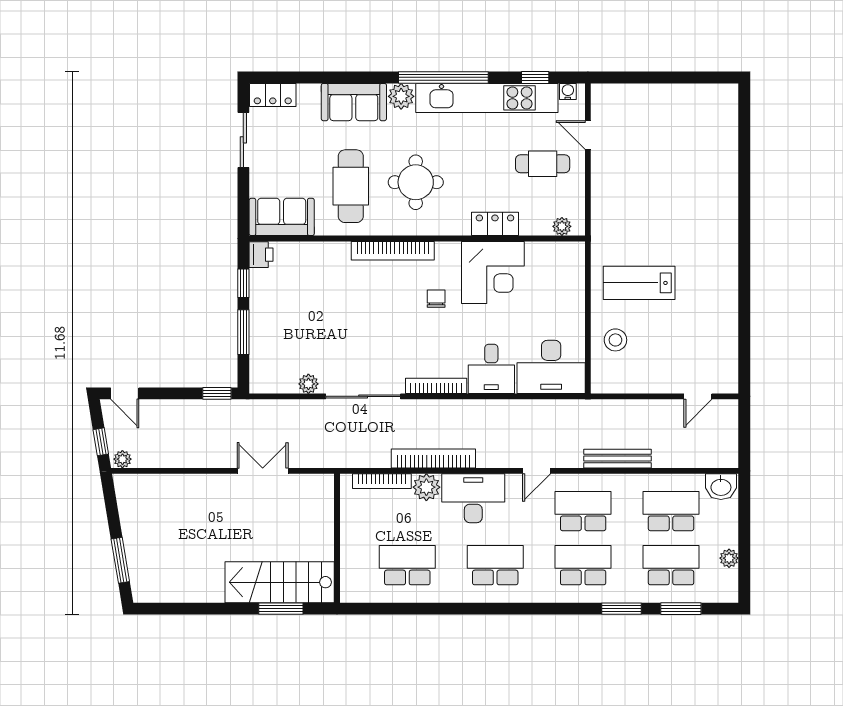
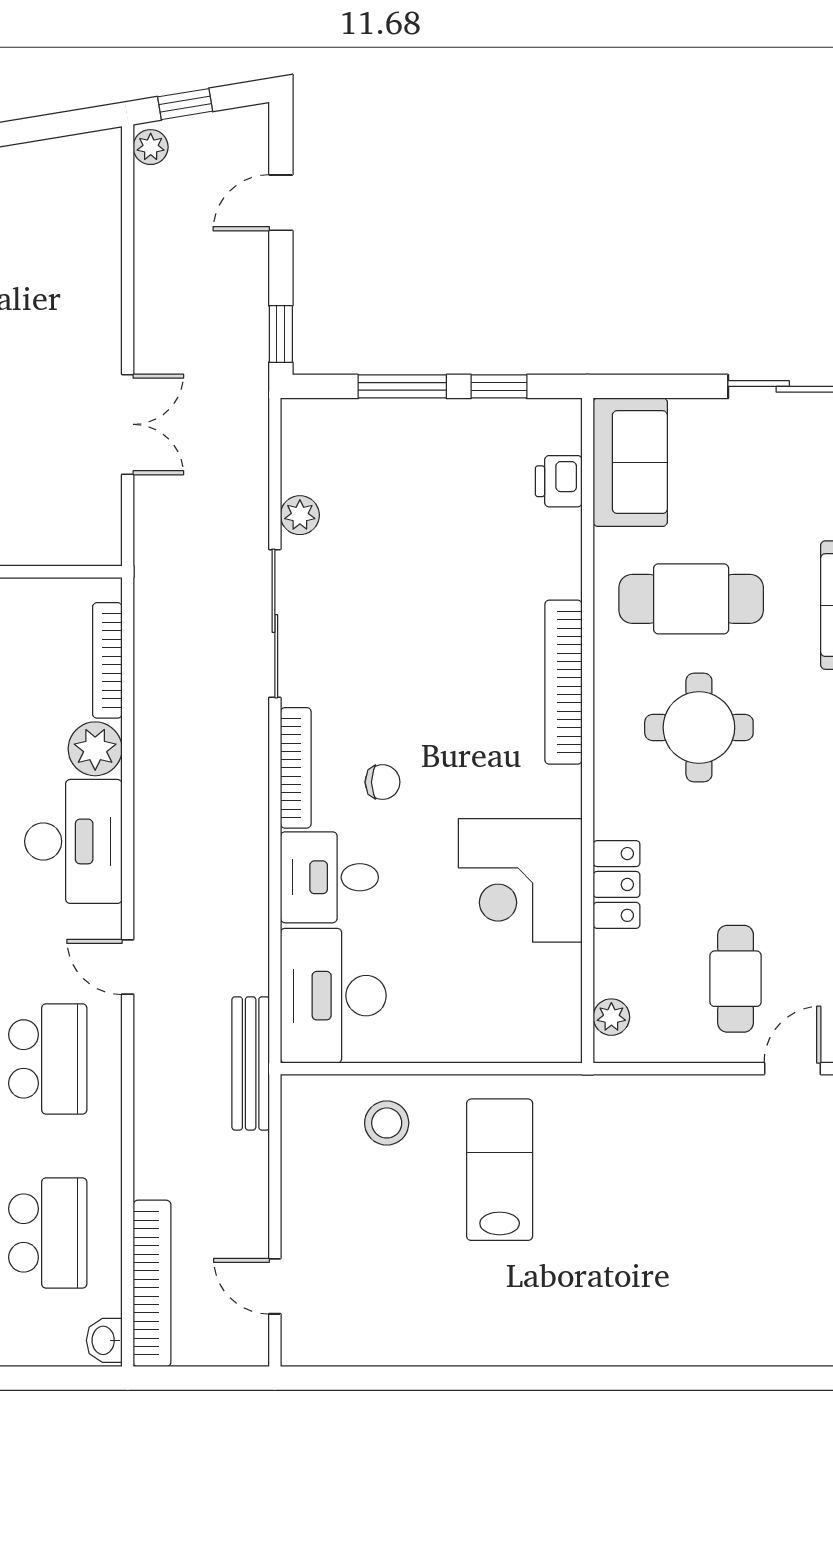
printer: (261, 255) -> (559, 481), moved, turned 90
chair: (436, 299) -> (383, 782), moved
door: (125, 393) -> (281, 203), moved
bookcase: (433, 458) -> (152, 1283), moved
bench: (618, 459) -> (251, 1063), moved
washbasin: (721, 487) -> (104, 1340), width x0.72, depth x0.69

